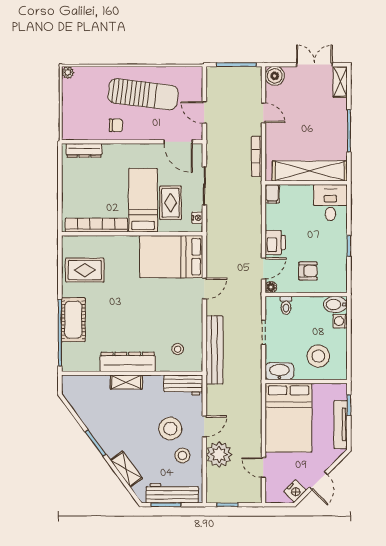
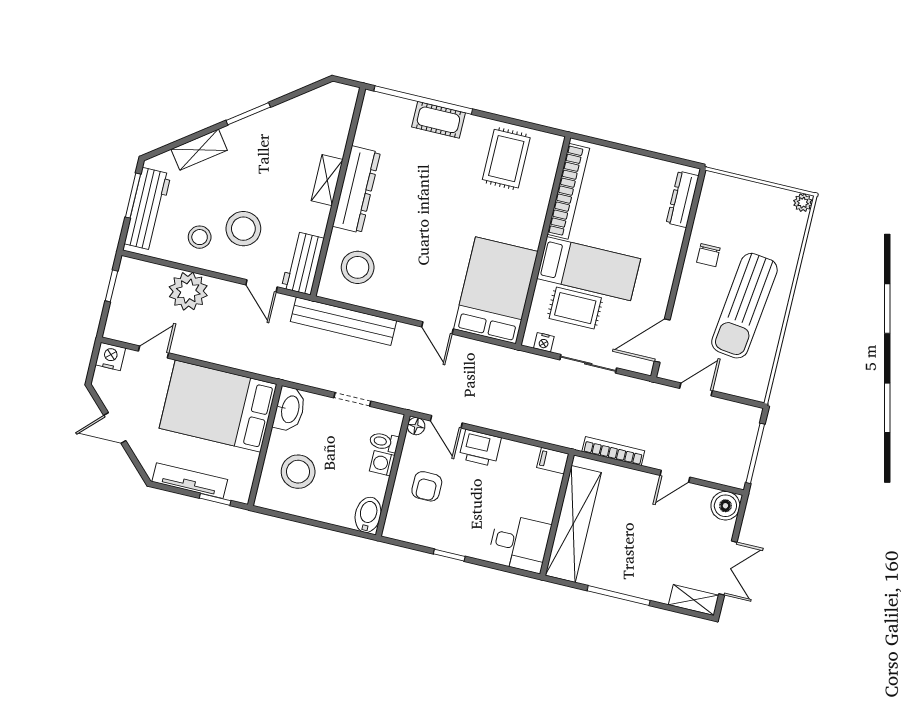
cot: (73, 320) -> (438, 120), width x0.73, depth x0.75
washing machine: (340, 321) -> (382, 463), moved, turned -90
stool: (178, 349) -> (358, 267), width x1.89, depth x1.89
door: (204, 426) -> (261, 286), moved
nightstand: (295, 491) -> (110, 356), moved, turned 135

